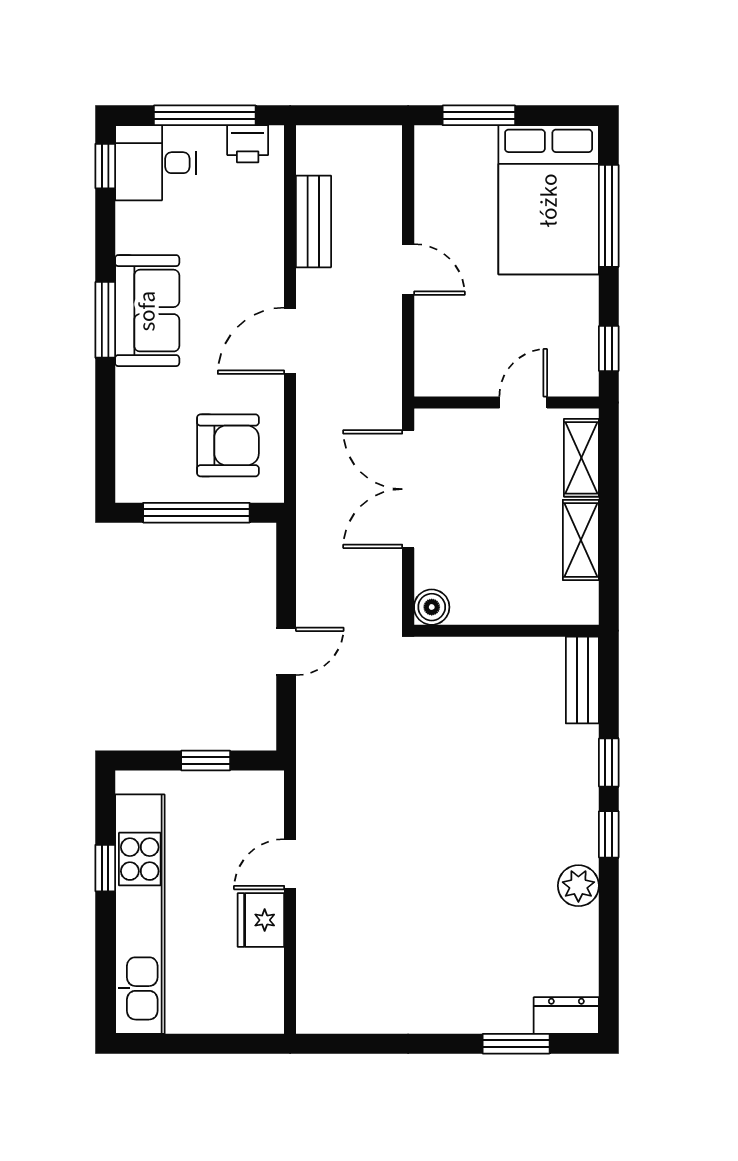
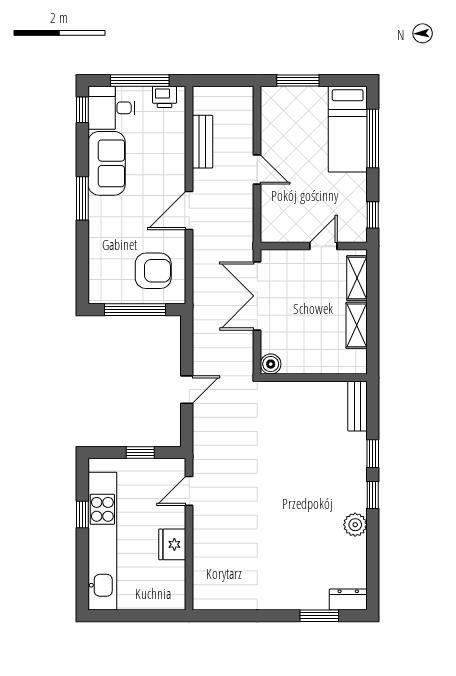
bed: (549, 200) -> (348, 129), width x0.67
sofa: (147, 311) -> (107, 163), moved
door: (290, 864) -> (189, 491), moved

